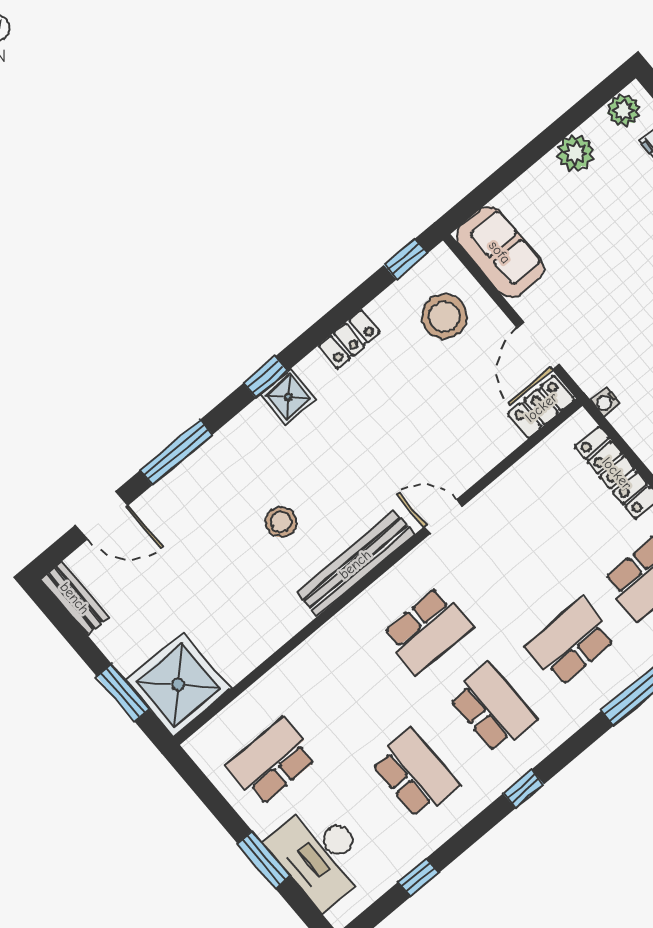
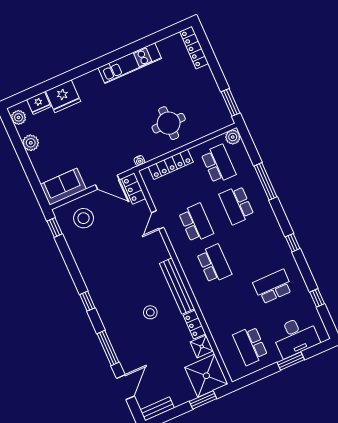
locker: (349, 339) -> (194, 324), moved, turned 180
shower: (288, 397) -> (202, 346), moved
door: (443, 517) -> (158, 220), moved
school desk: (493, 708) -> (196, 223), moved, turned 90

